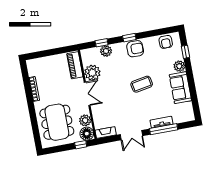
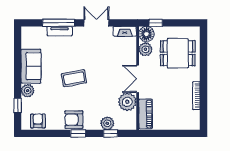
dining table: (57, 122) -> (178, 53), width x0.73

